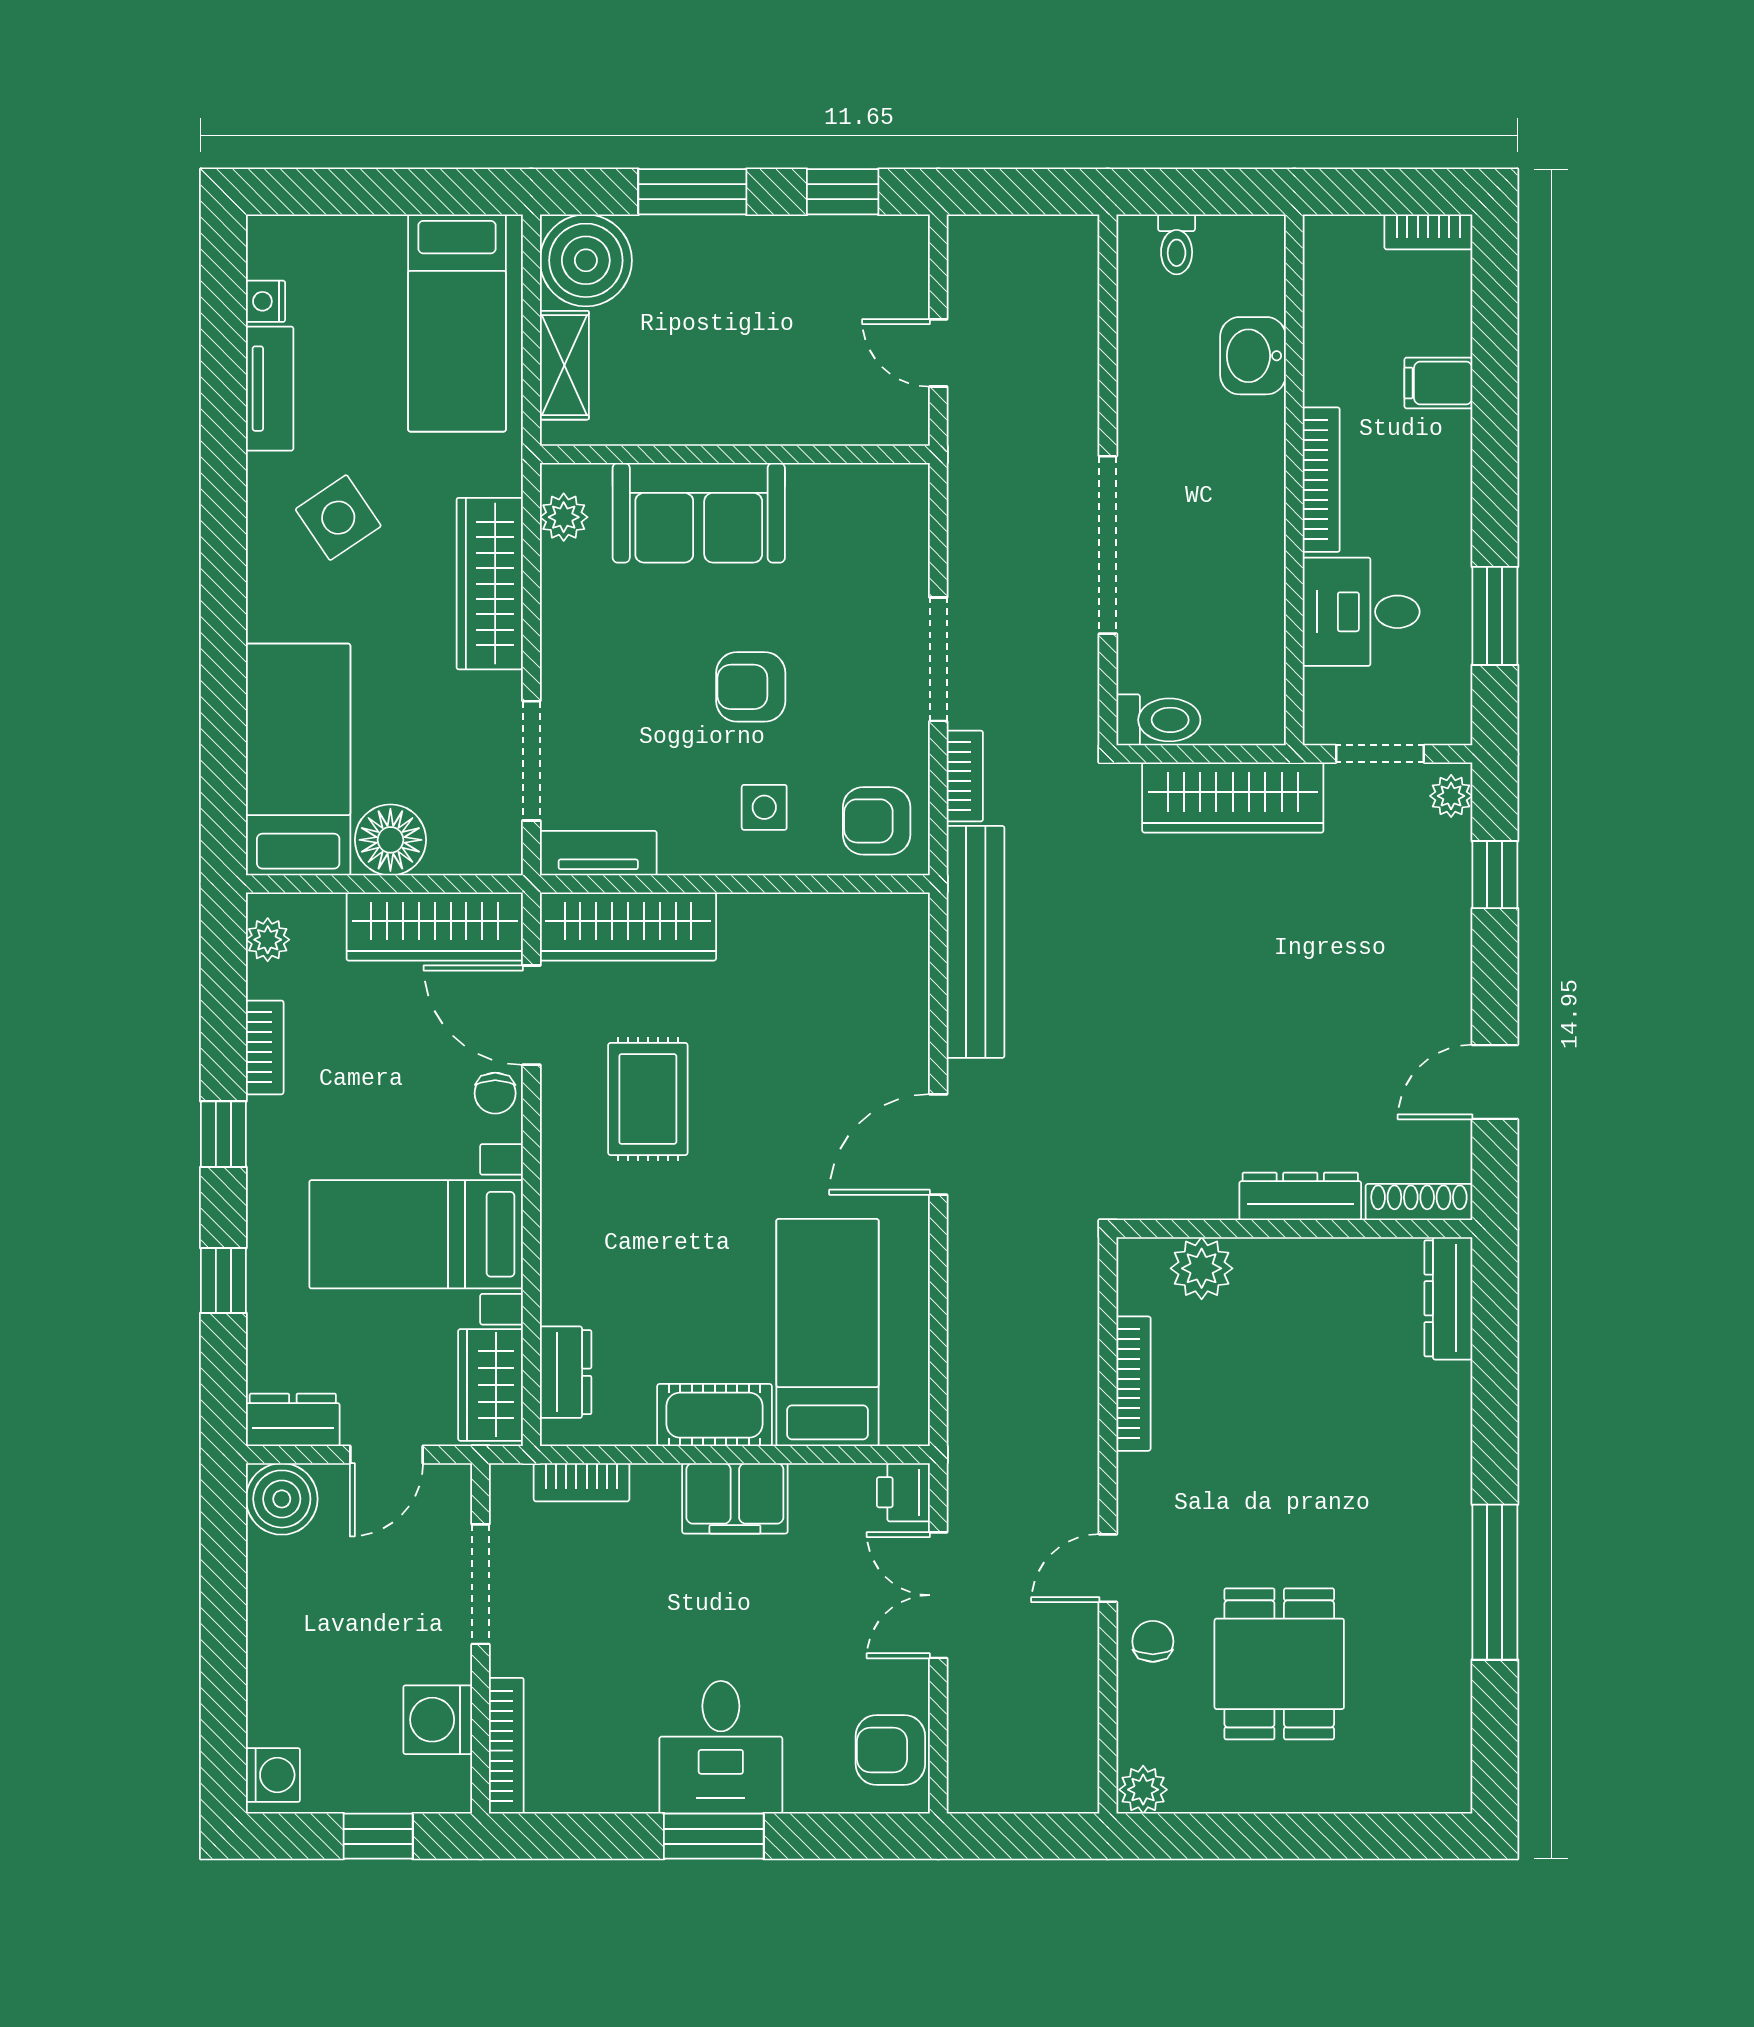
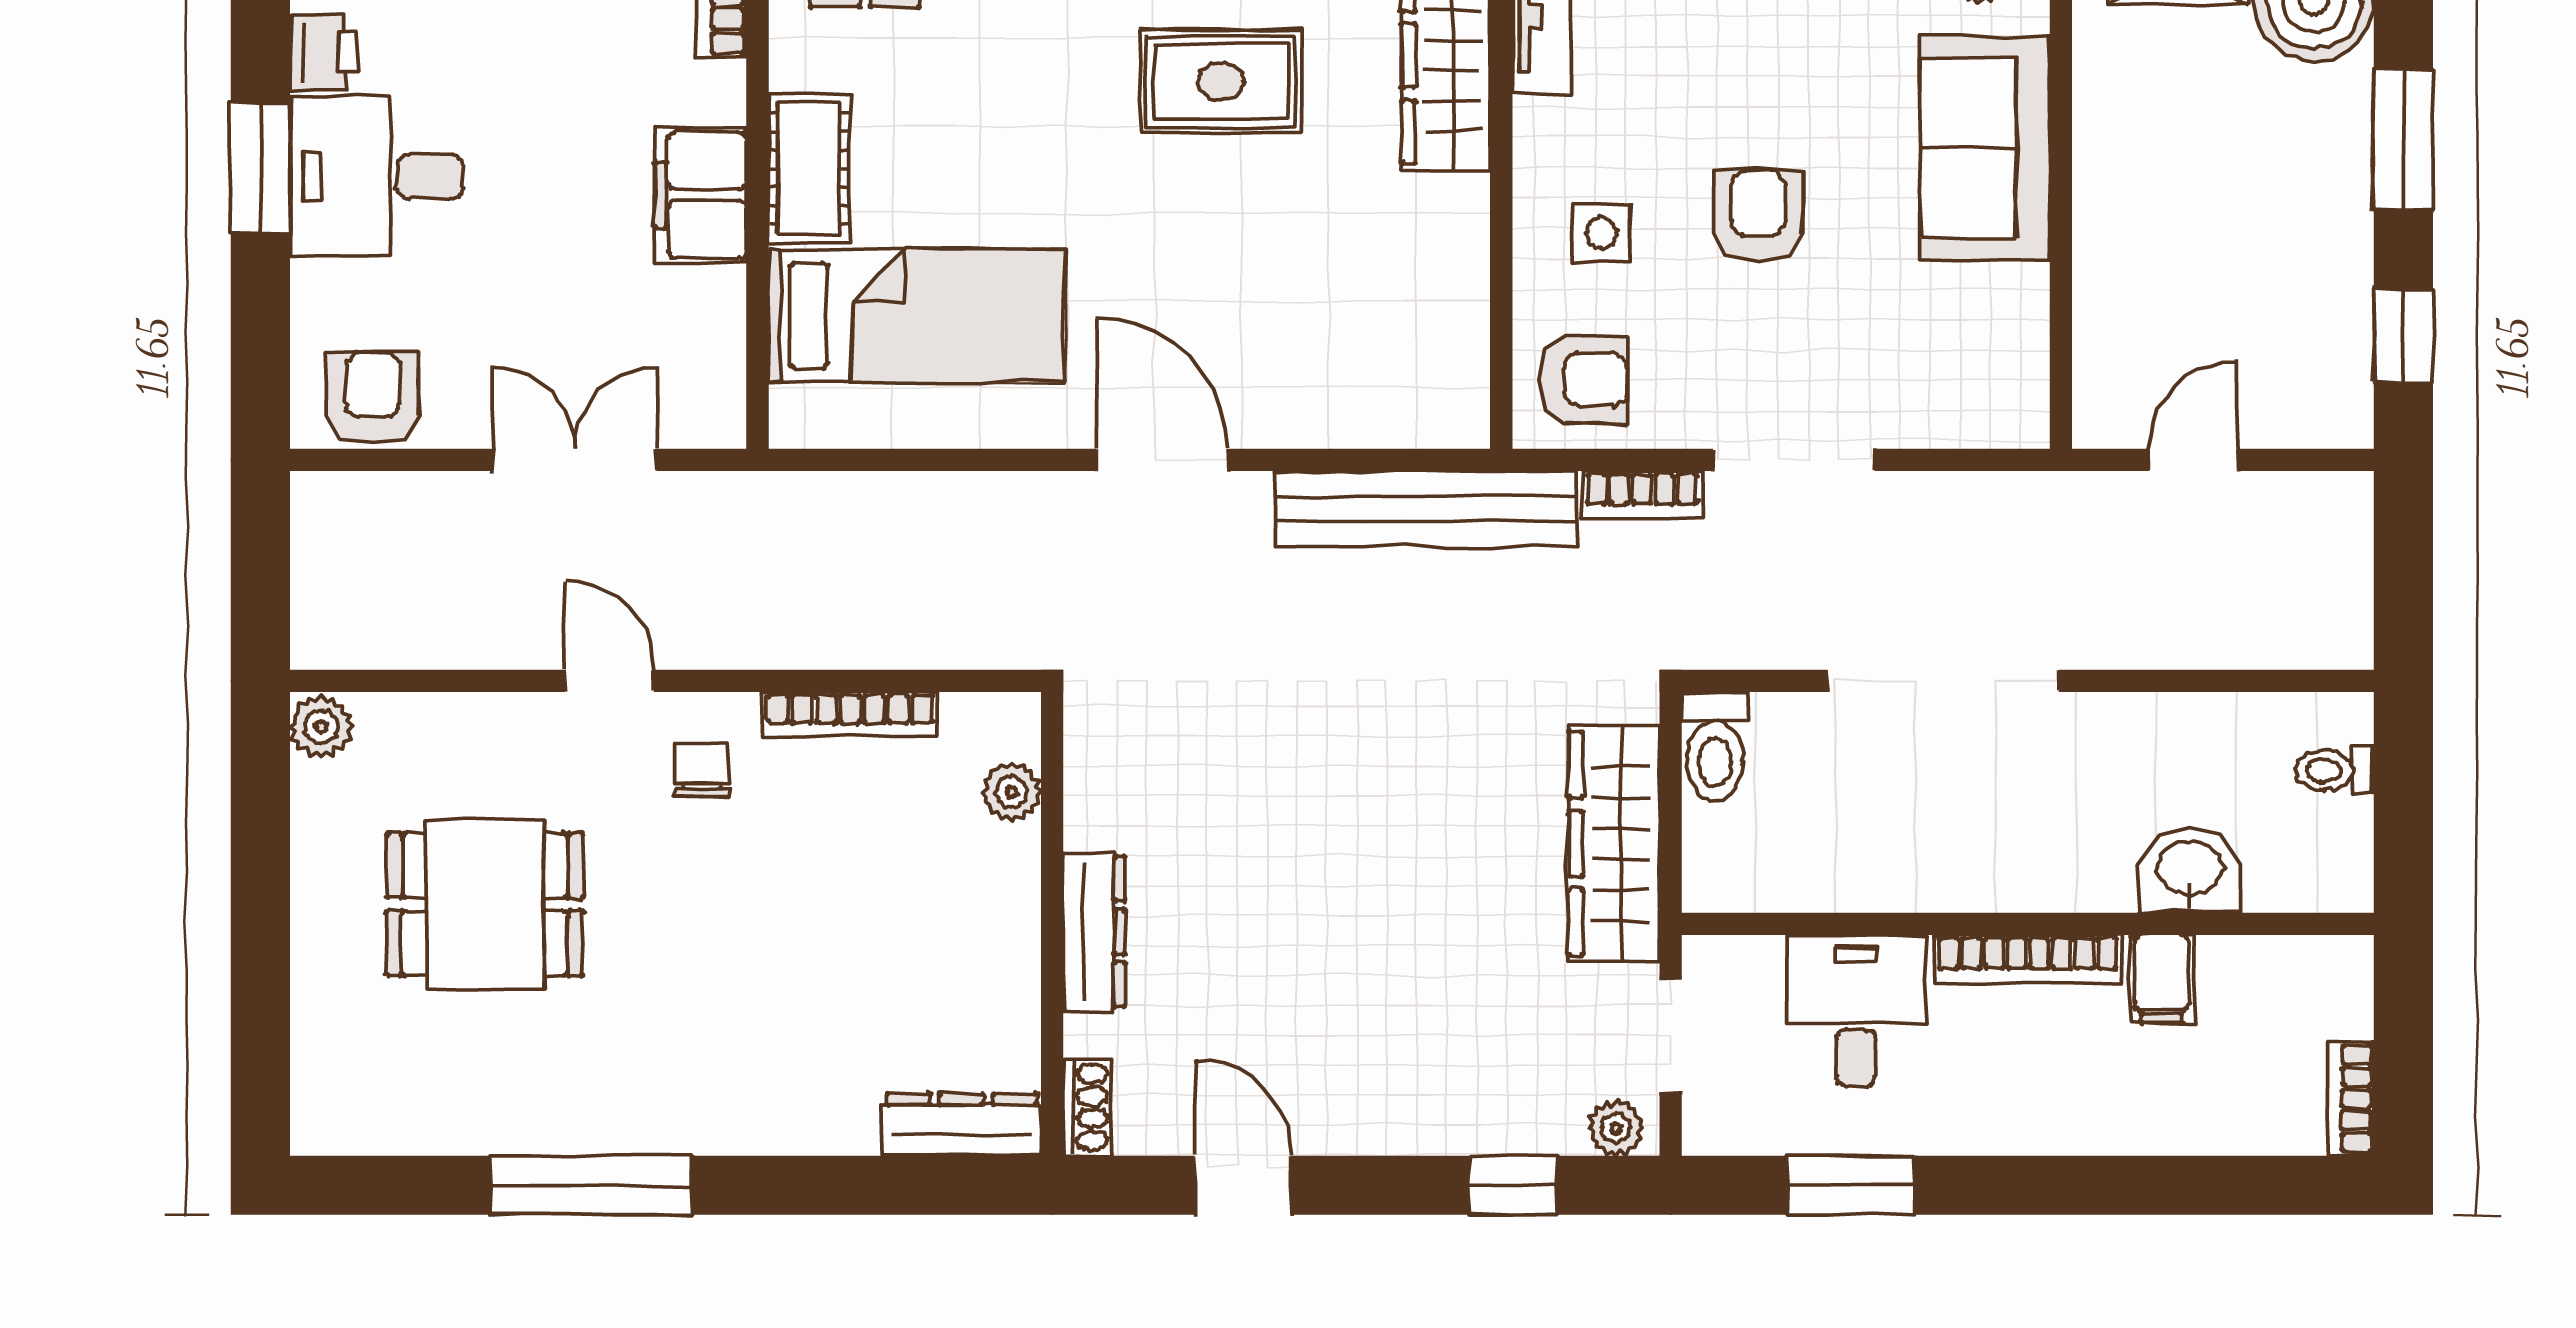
filing cabinet: (1438, 383) -> (2161, 979), moved, turned 180
armchair: (877, 821) -> (1583, 379), turned 90
shoe rack: (1419, 1202) -> (1087, 1107), width x0.70
plant: (1202, 1268) -> (1011, 792), width x0.73, depth x0.73
printer: (903, 1492) -> (324, 53), moved, turned 90
chair: (1153, 1641) -> (702, 770), moved, turned -90

